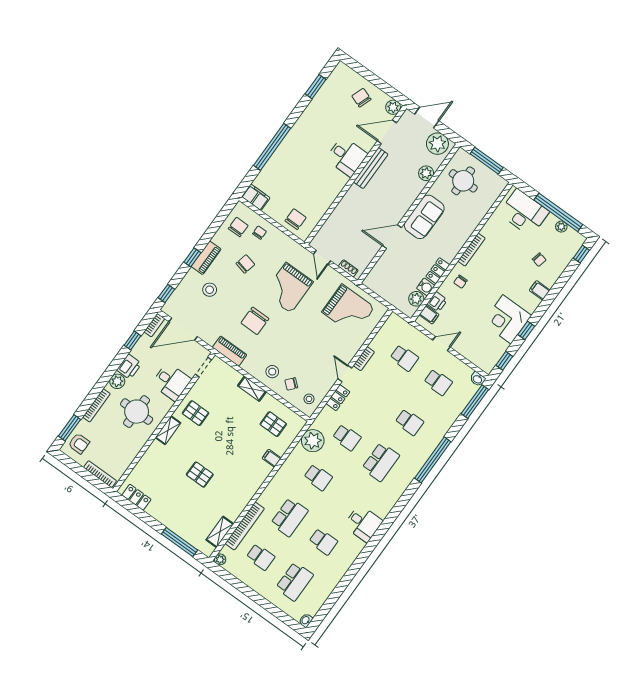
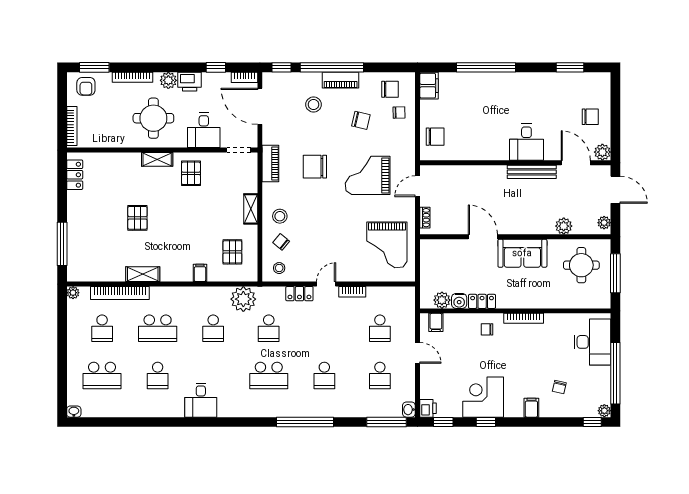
chair: (361, 98) -> (590, 117), turned 70
plant: (437, 144) -> (604, 223), width x0.53, depth x0.53
plant: (561, 227) -> (604, 411), moved
window: (192, 257) -> (332, 67), width x3.17
printer: (437, 302) -> (428, 408), moved, turned -90
shelving: (220, 532) -> (143, 274), moved

